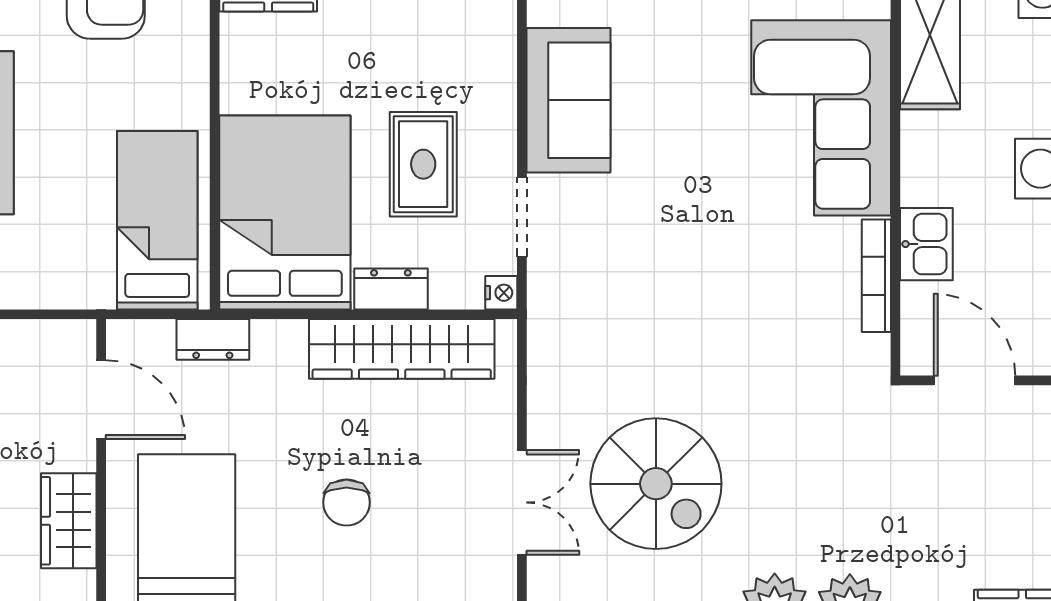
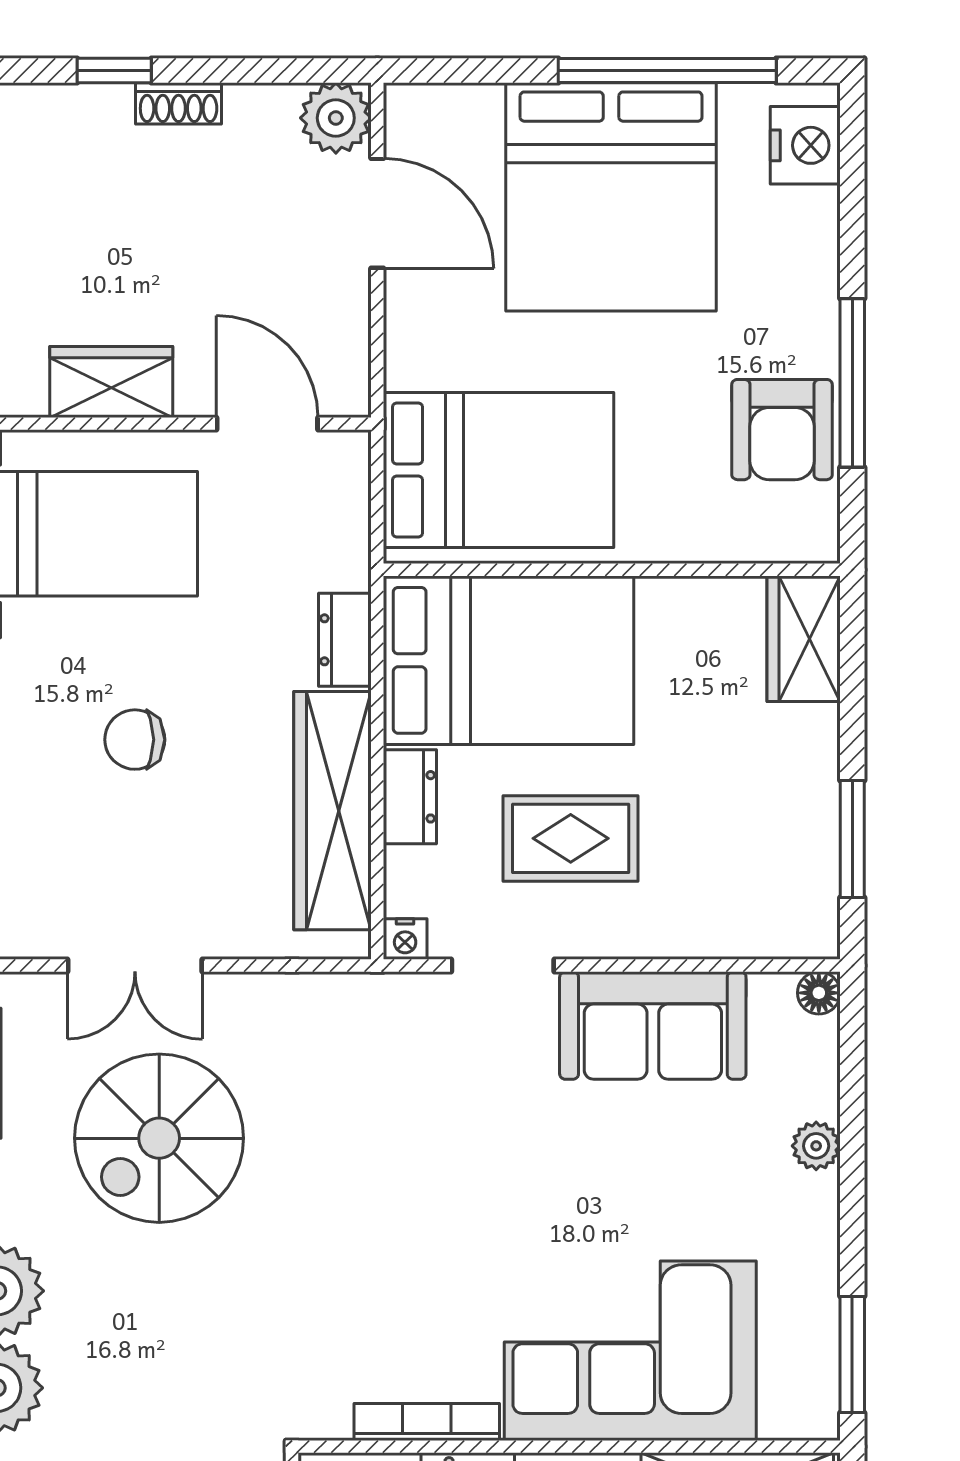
bed: (157, 220) -> (498, 470), width x1.50
dresser: (213, 339) -> (345, 640), moved
door: (101, 400) -> (267, 424), swing flipped

